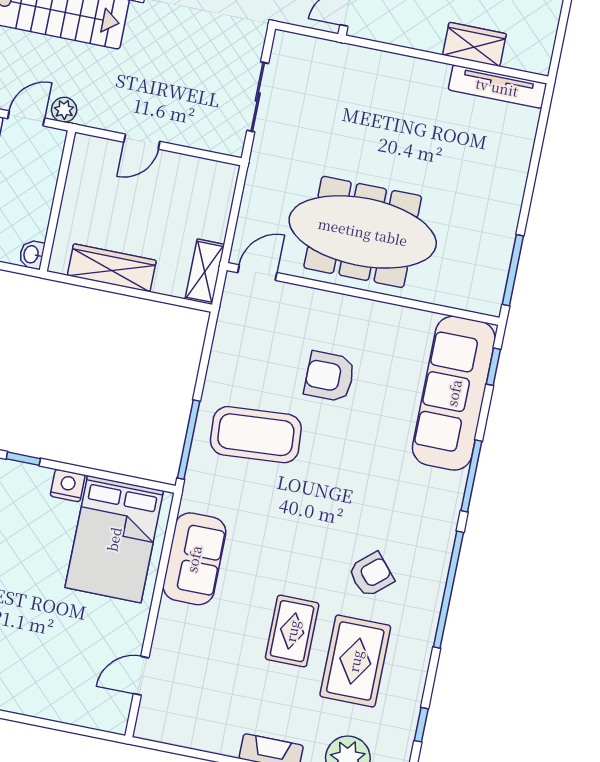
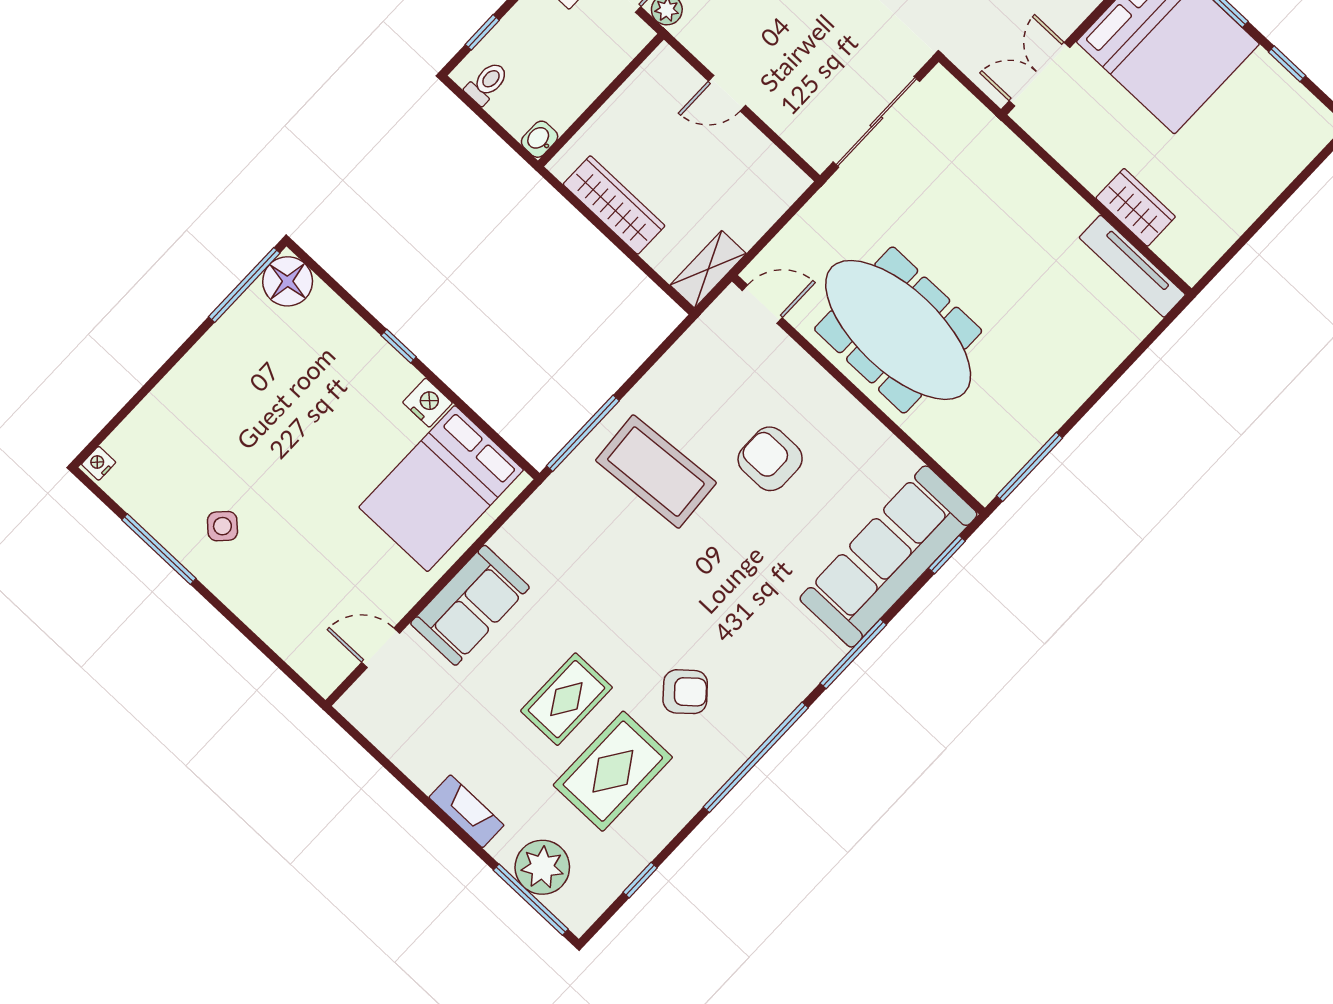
sliding door: (258, 97) -> (876, 122), width x1.37
sofa: (194, 559) -> (470, 605), moved

